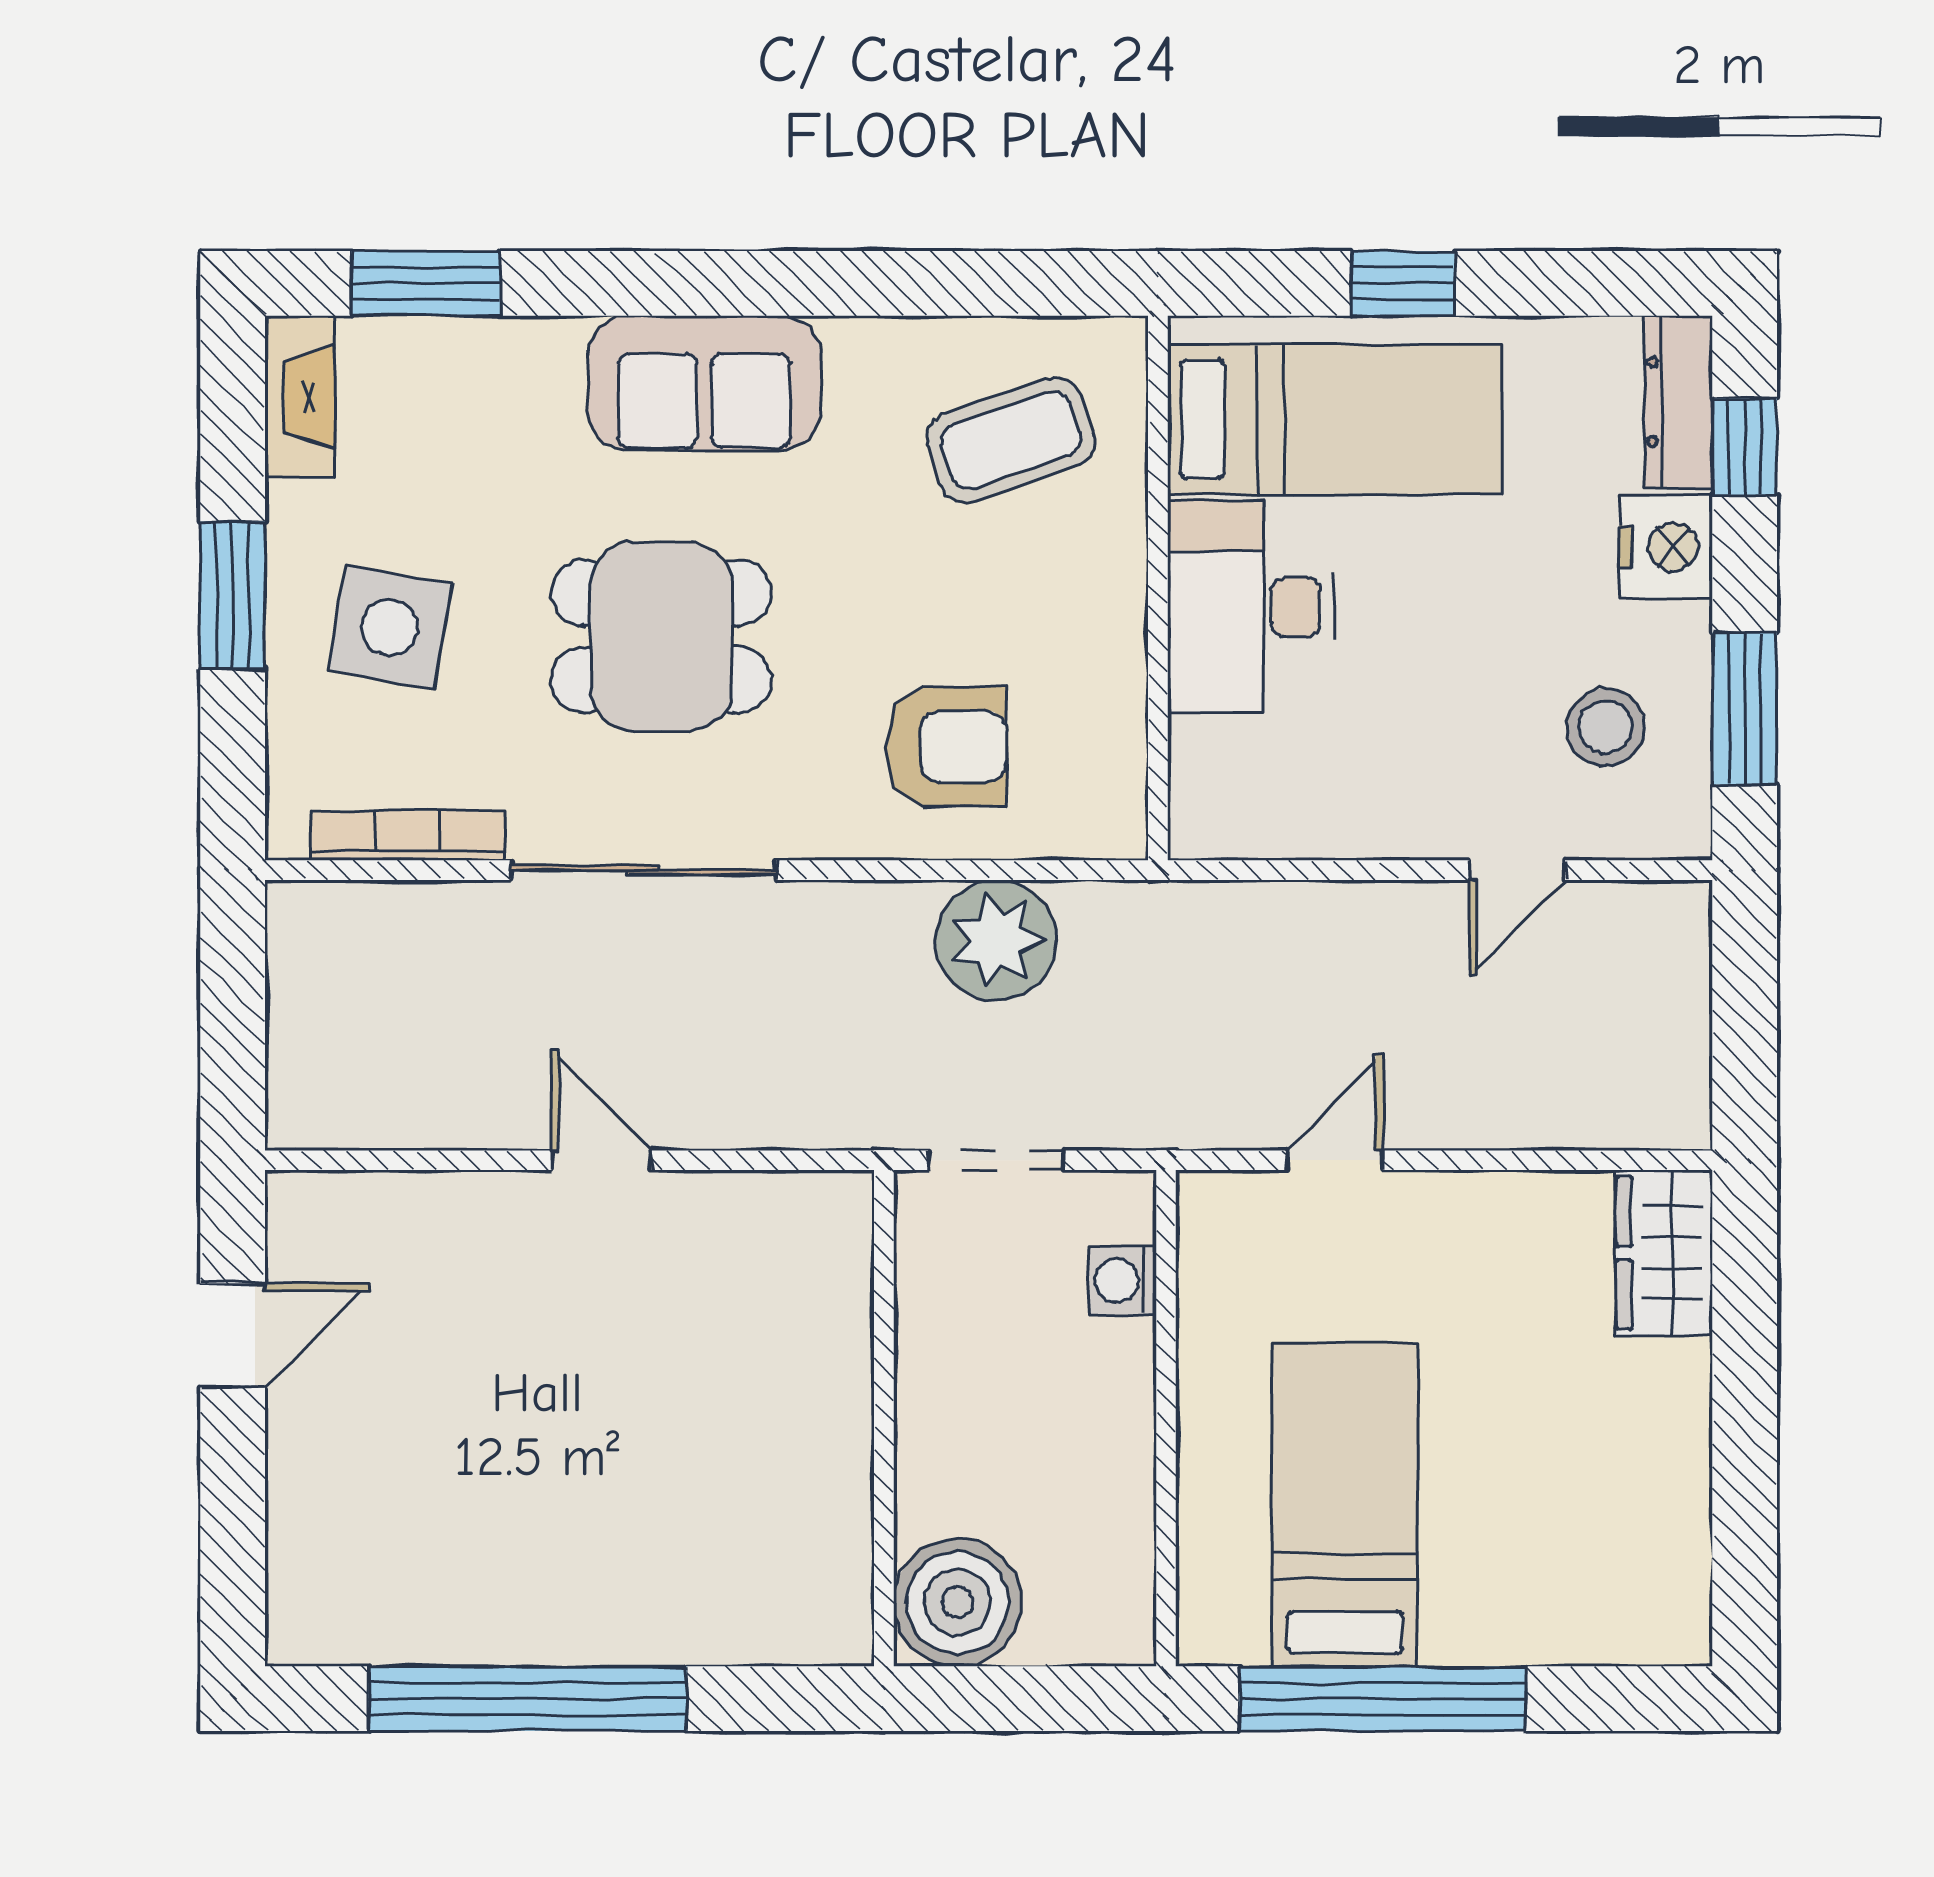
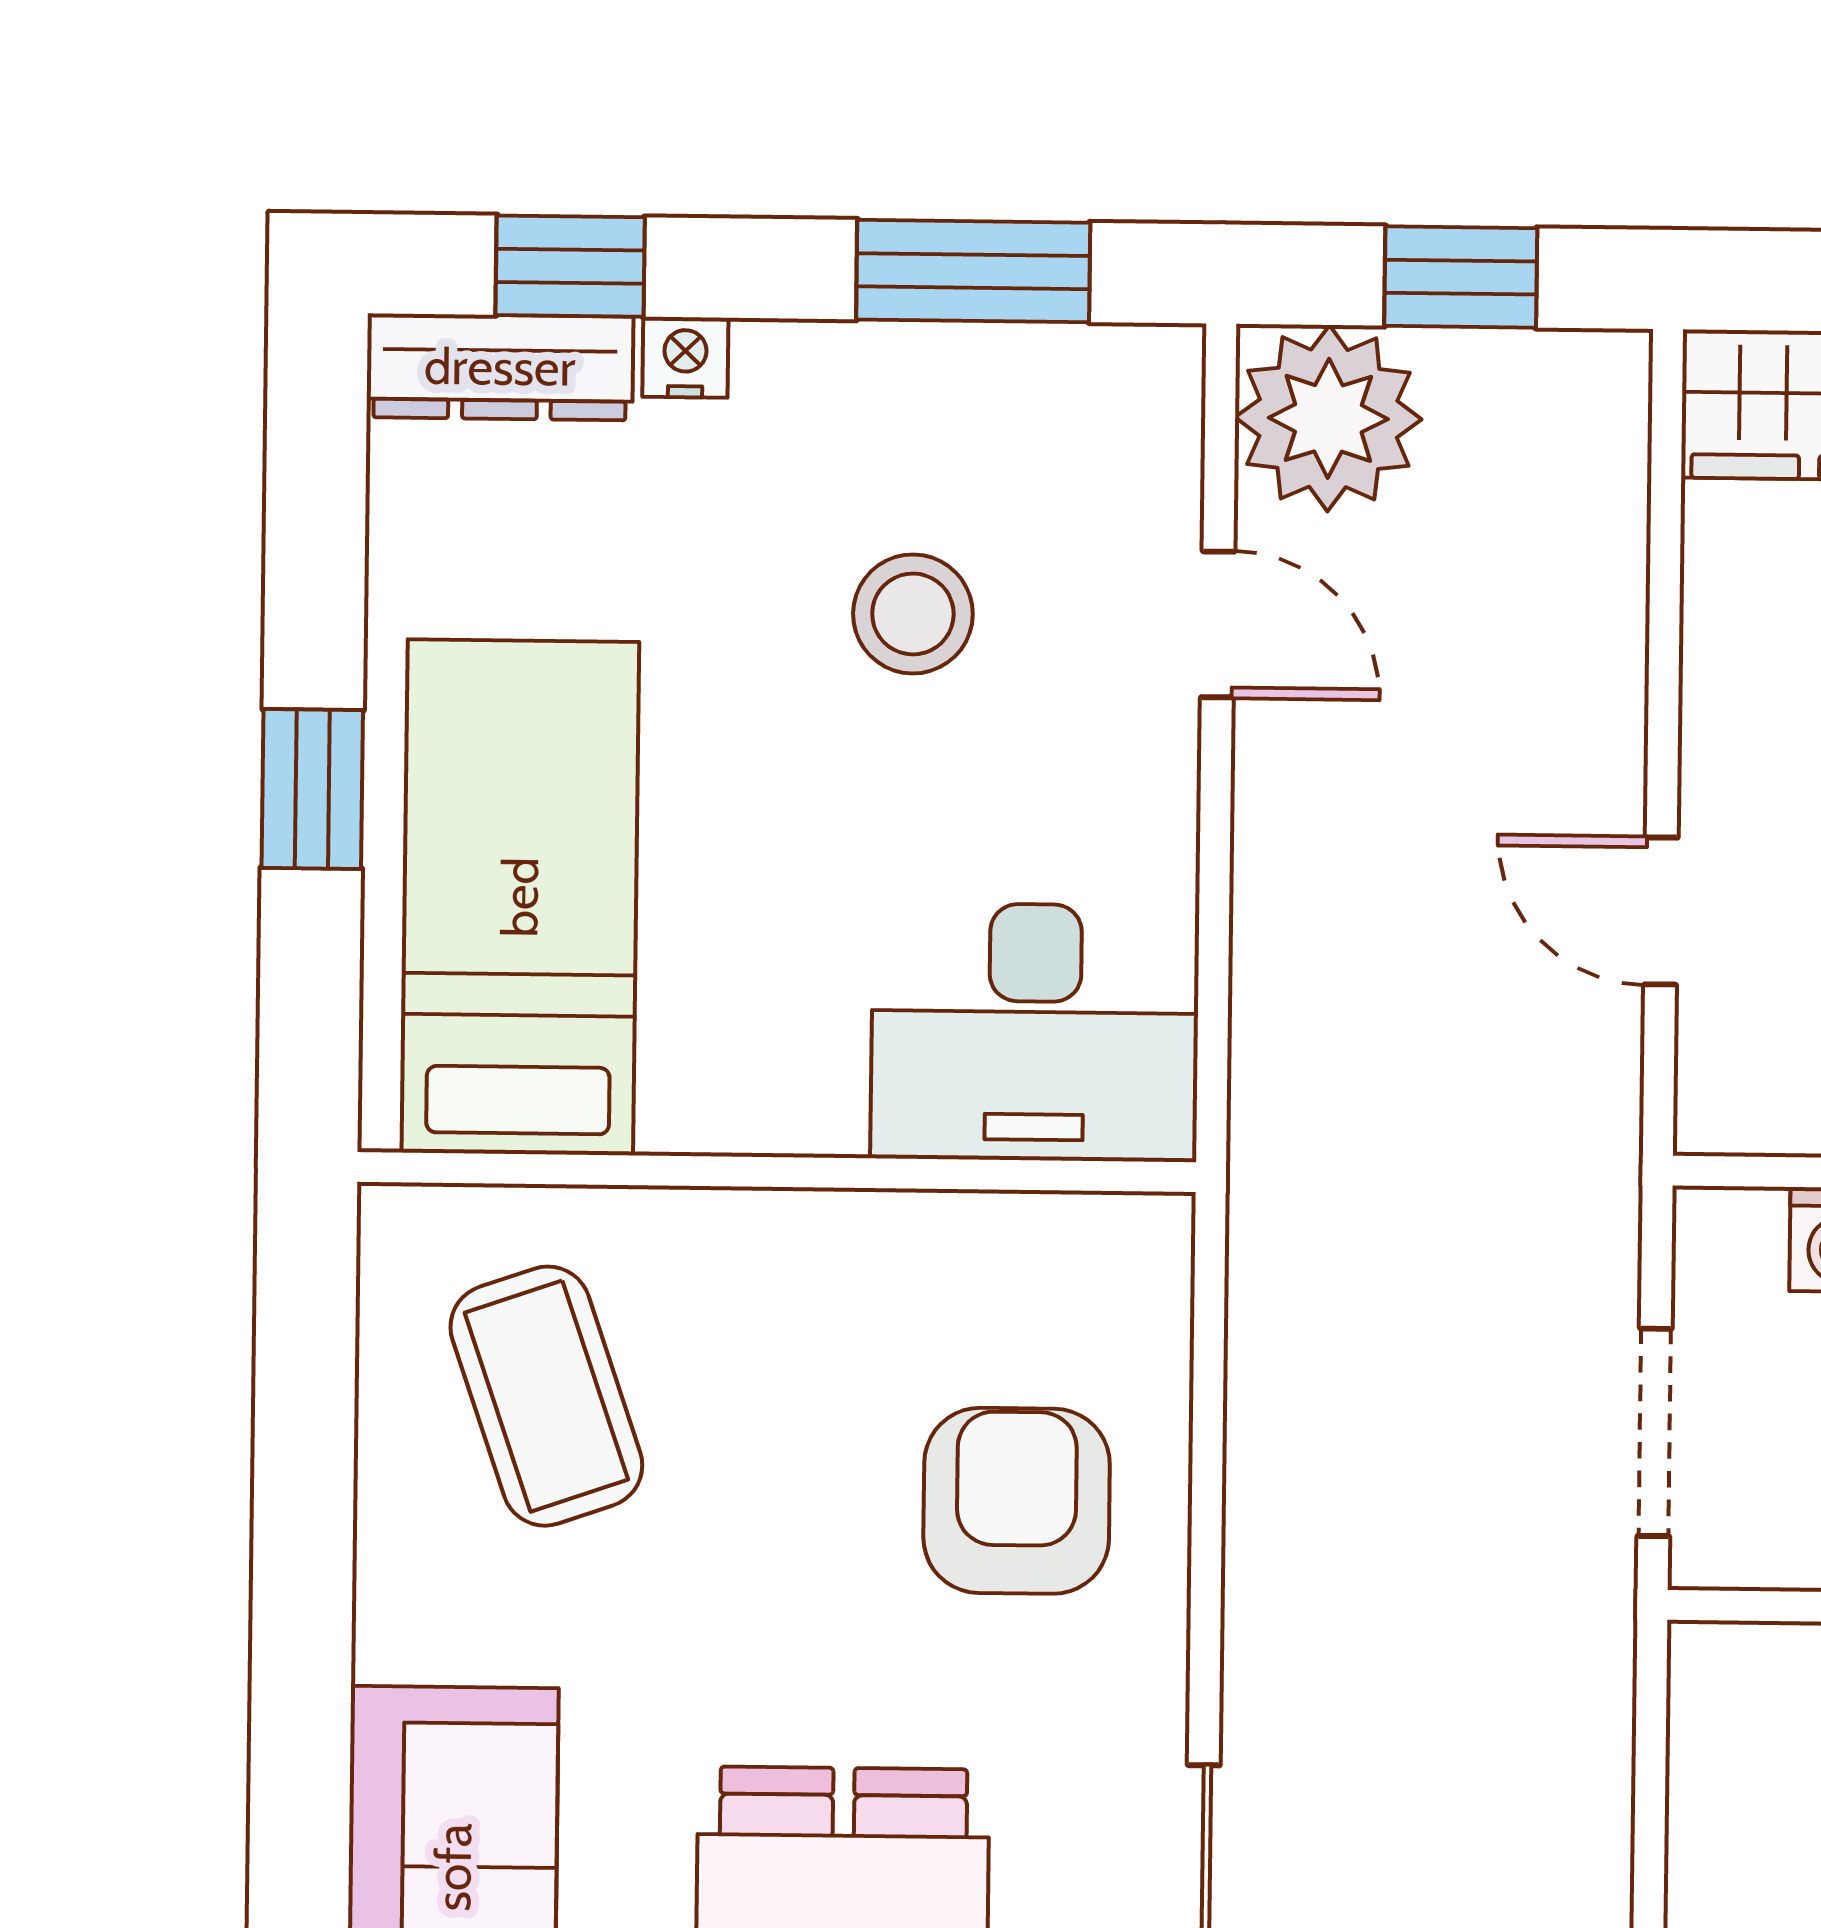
nightstand: (1666, 547) -> (685, 357), width x0.53, depth x0.56
desk: (1251, 607) -> (1035, 1032), moved
stool: (1605, 727) -> (913, 614), moved
plant: (996, 940) -> (1328, 418), moved
window: (1745, 1025) -> (1461, 277), added

